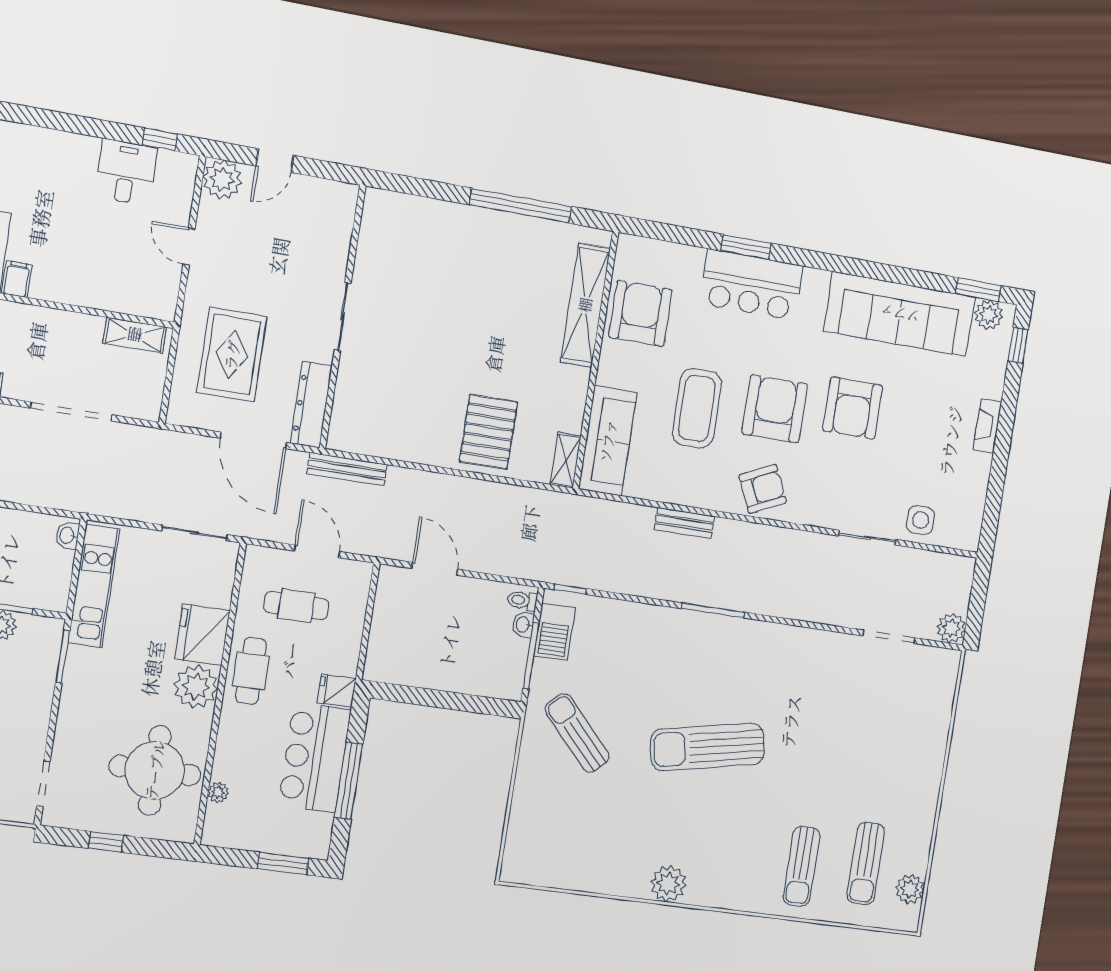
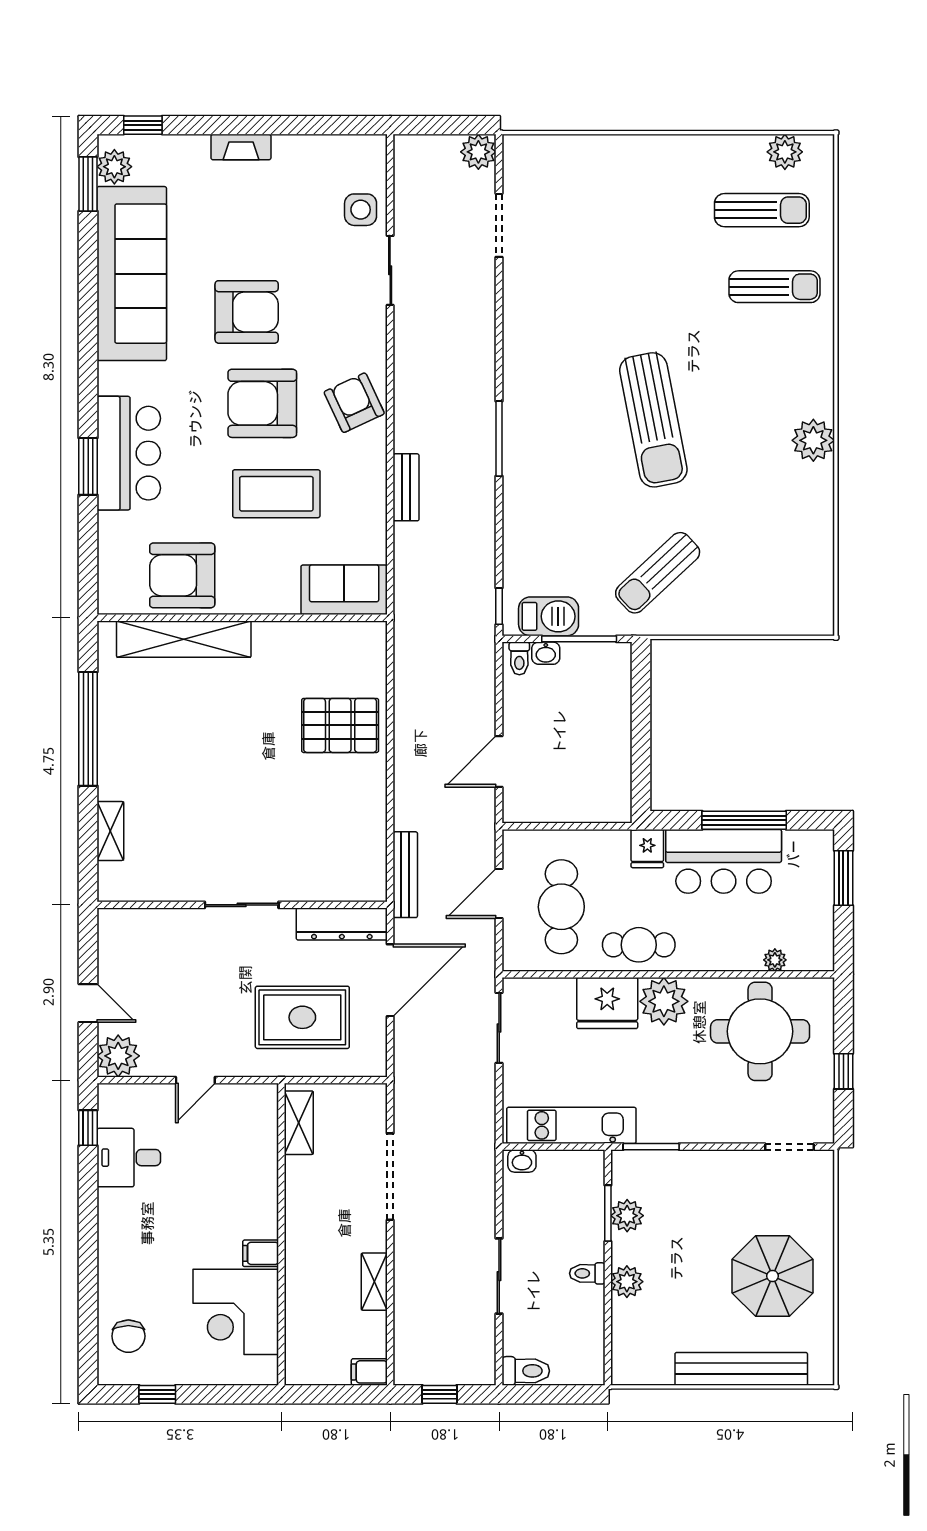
sofa: (608, 441) -> (344, 590), width x0.73
shelving: (566, 460) -> (110, 831), moved, turned 90
cafe table: (296, 606) -> (561, 907), width x1.37, depth x1.35

